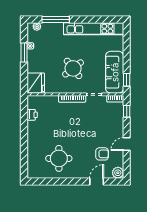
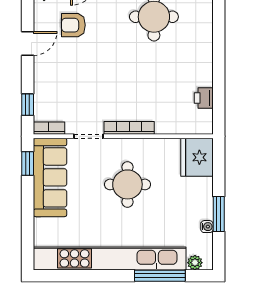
kitchen unit: (94, 29) -> (110, 258), width x1.36
round table: (73, 68) -> (127, 184), turned 38

